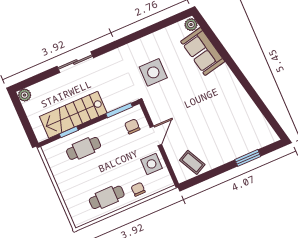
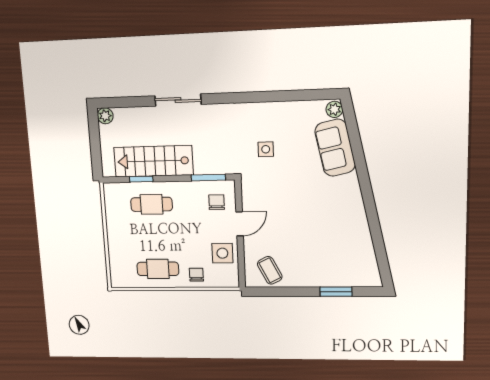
side table: (153, 72) -> (266, 149), width x0.54, depth x0.54

